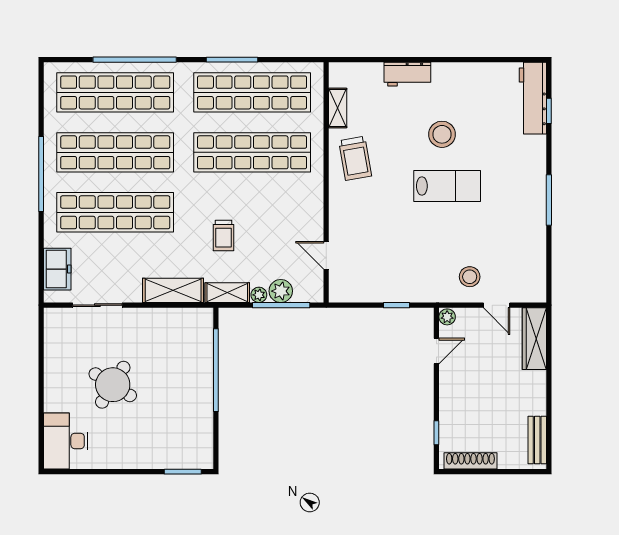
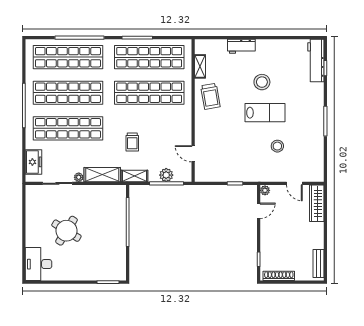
stool: (470, 277) -> (277, 146), moved
plant: (259, 295) -> (79, 177), moved

